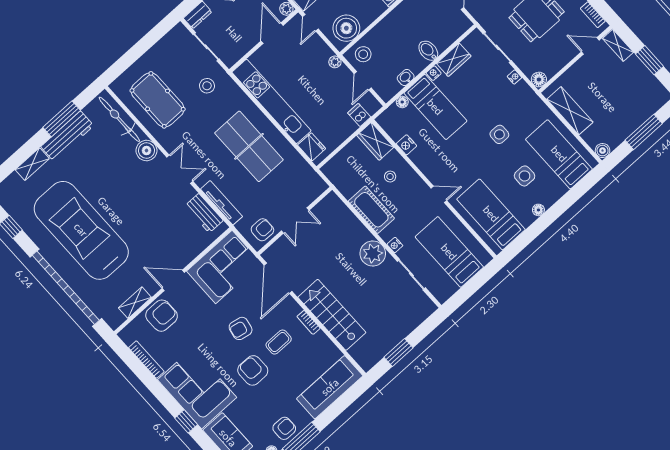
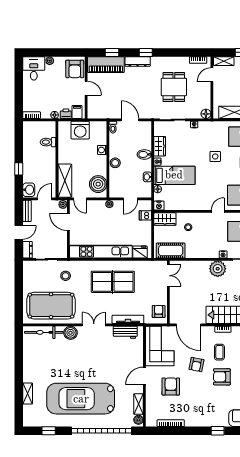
stool: (363, 54) -> (115, 163), moved
door: (363, 81) -> (130, 199), hinge flipped
pool table: (158, 100) -> (51, 306), width x1.36, depth x1.32
window: (62, 119) -> (19, 360), removed
workbench: (67, 136) -> (29, 365), removed
nightstand: (406, 145) -> (159, 206), moved
cot: (371, 210) -> (171, 251), moved
double door: (295, 220) -> (168, 276), moved
armchair: (162, 316) -> (171, 387), moved
boiler: (117, 319) -> (138, 420), added
corner sofa: (197, 389) -> (207, 411), removed

